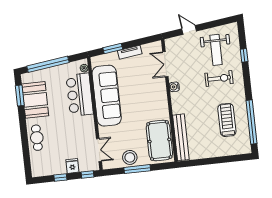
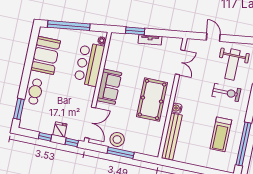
double door: (165, 64) -> (180, 62), swing flipped
water cooler: (174, 87) -> (177, 108), moved
window: (20, 96) -> (19, 109), moved
sofa: (107, 96) -> (109, 87), width x0.54, depth x0.79
treadmill: (227, 120) -> (221, 134), turned 180
pool table: (159, 140) -> (152, 100), moved
double door: (99, 150) -> (90, 123), width x1.37

